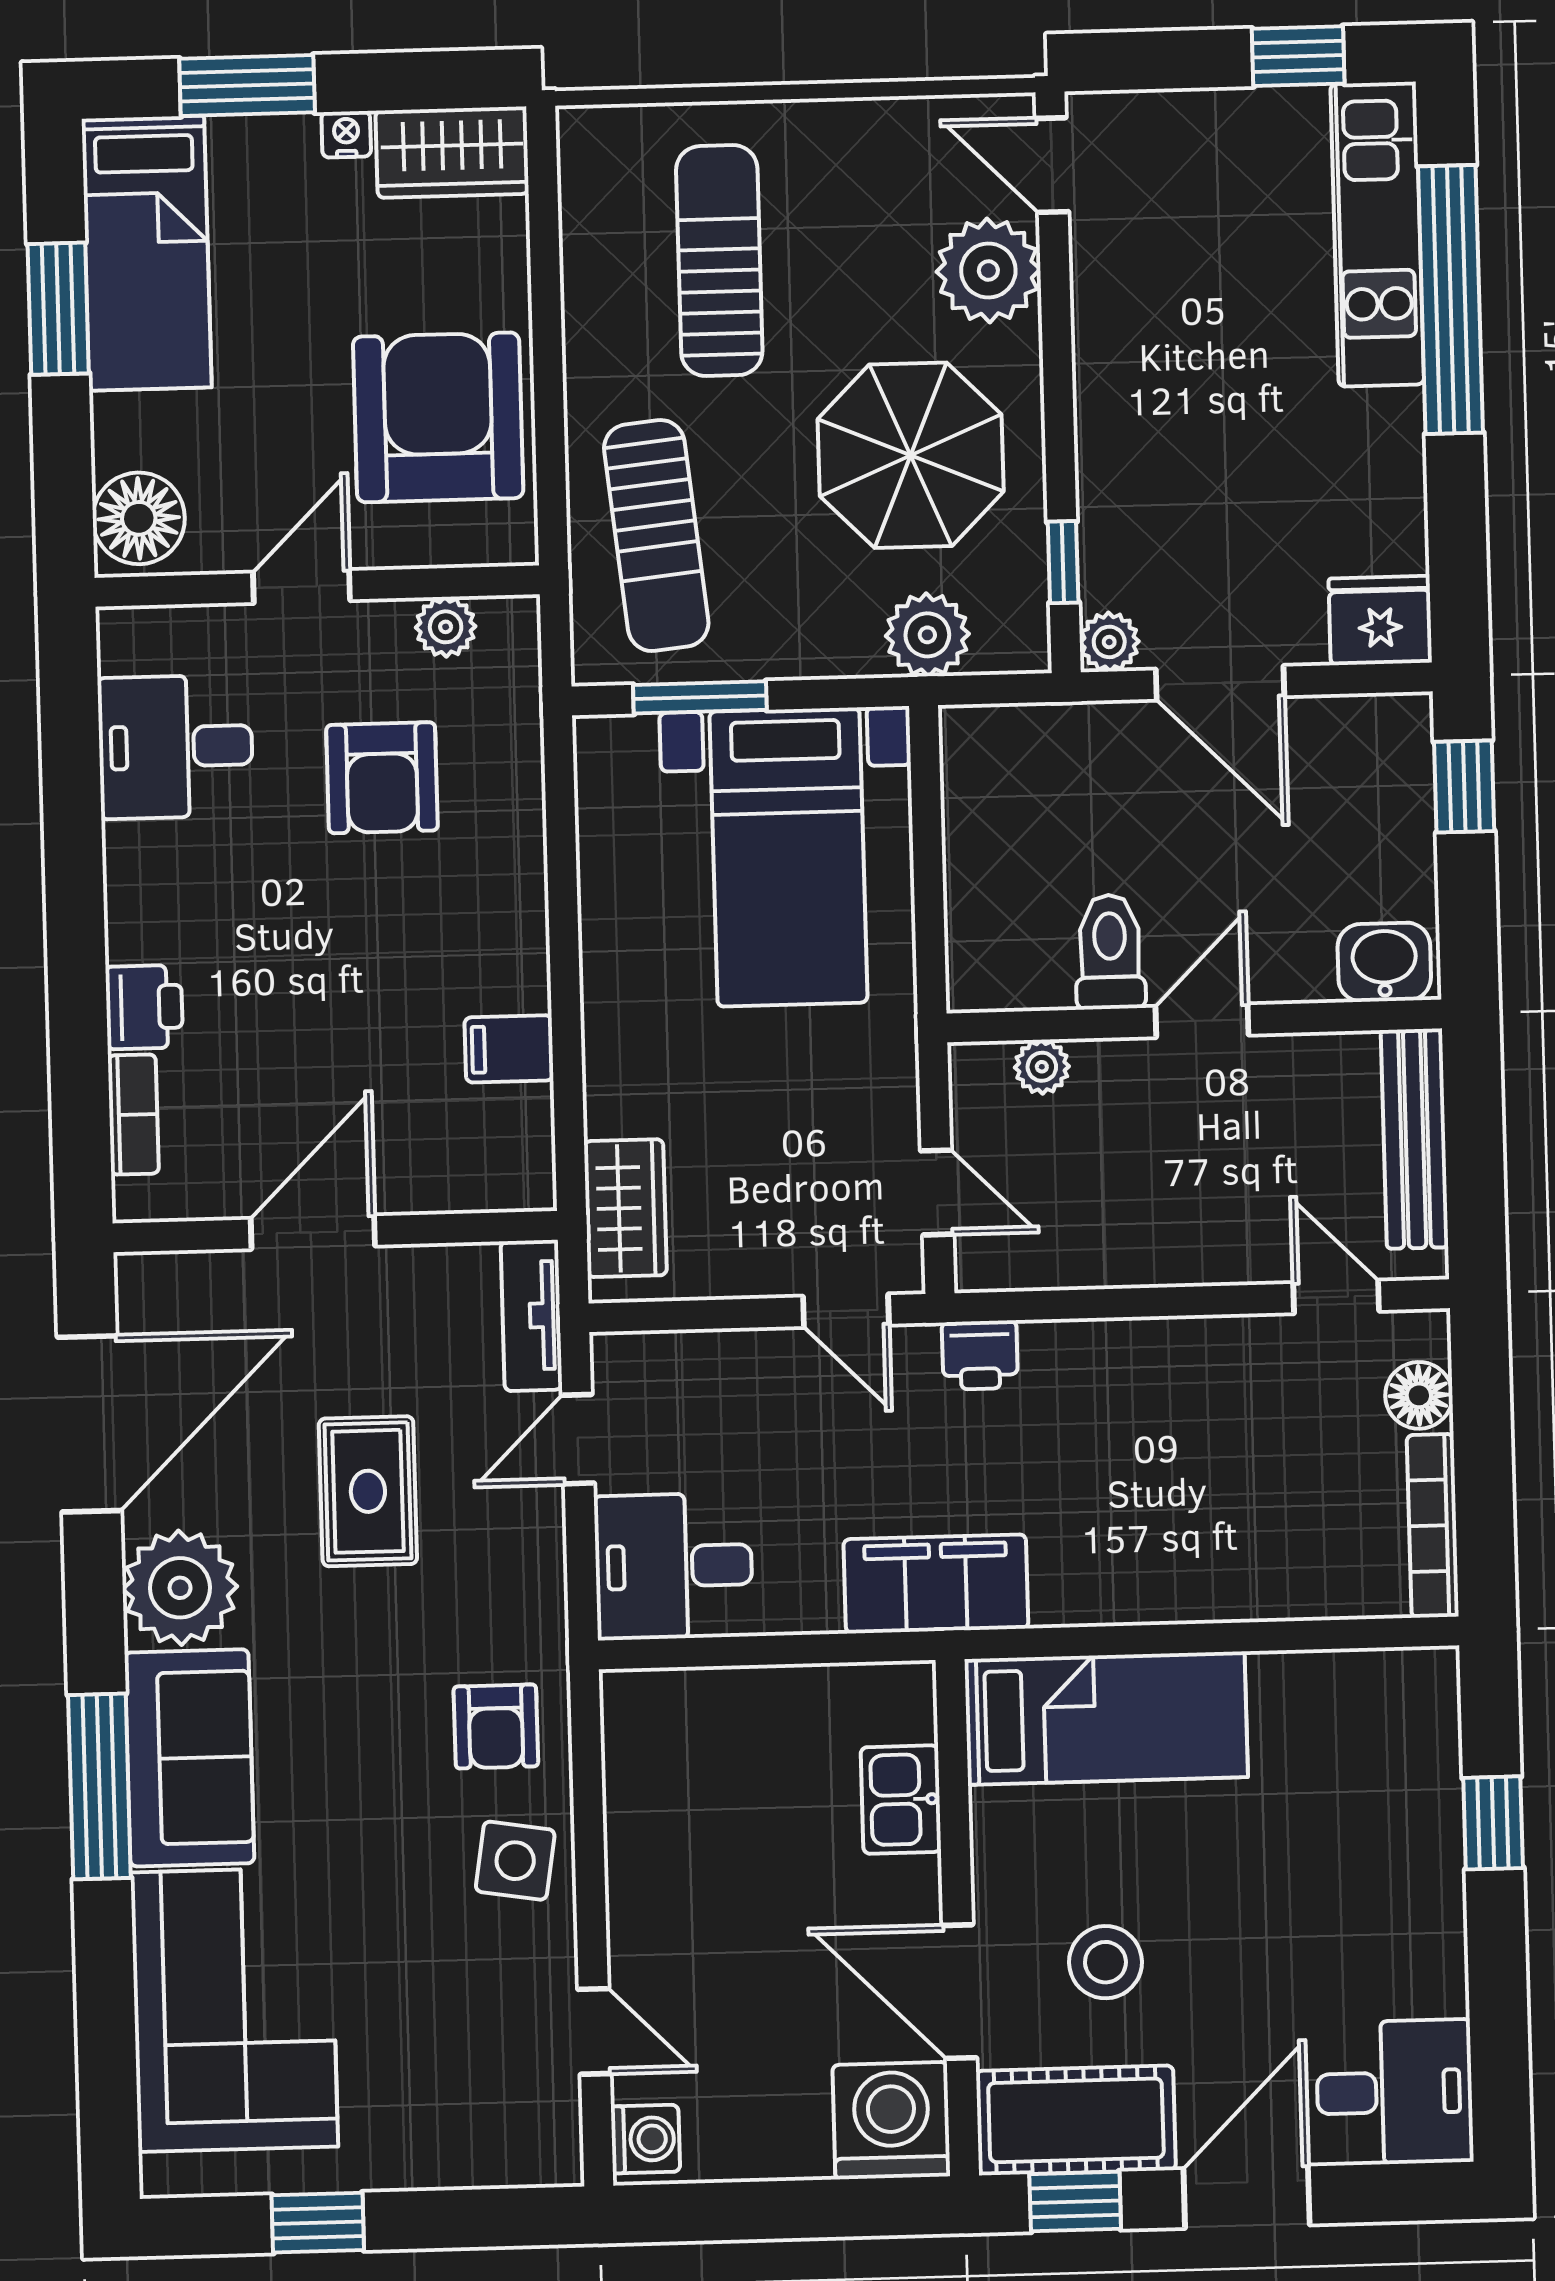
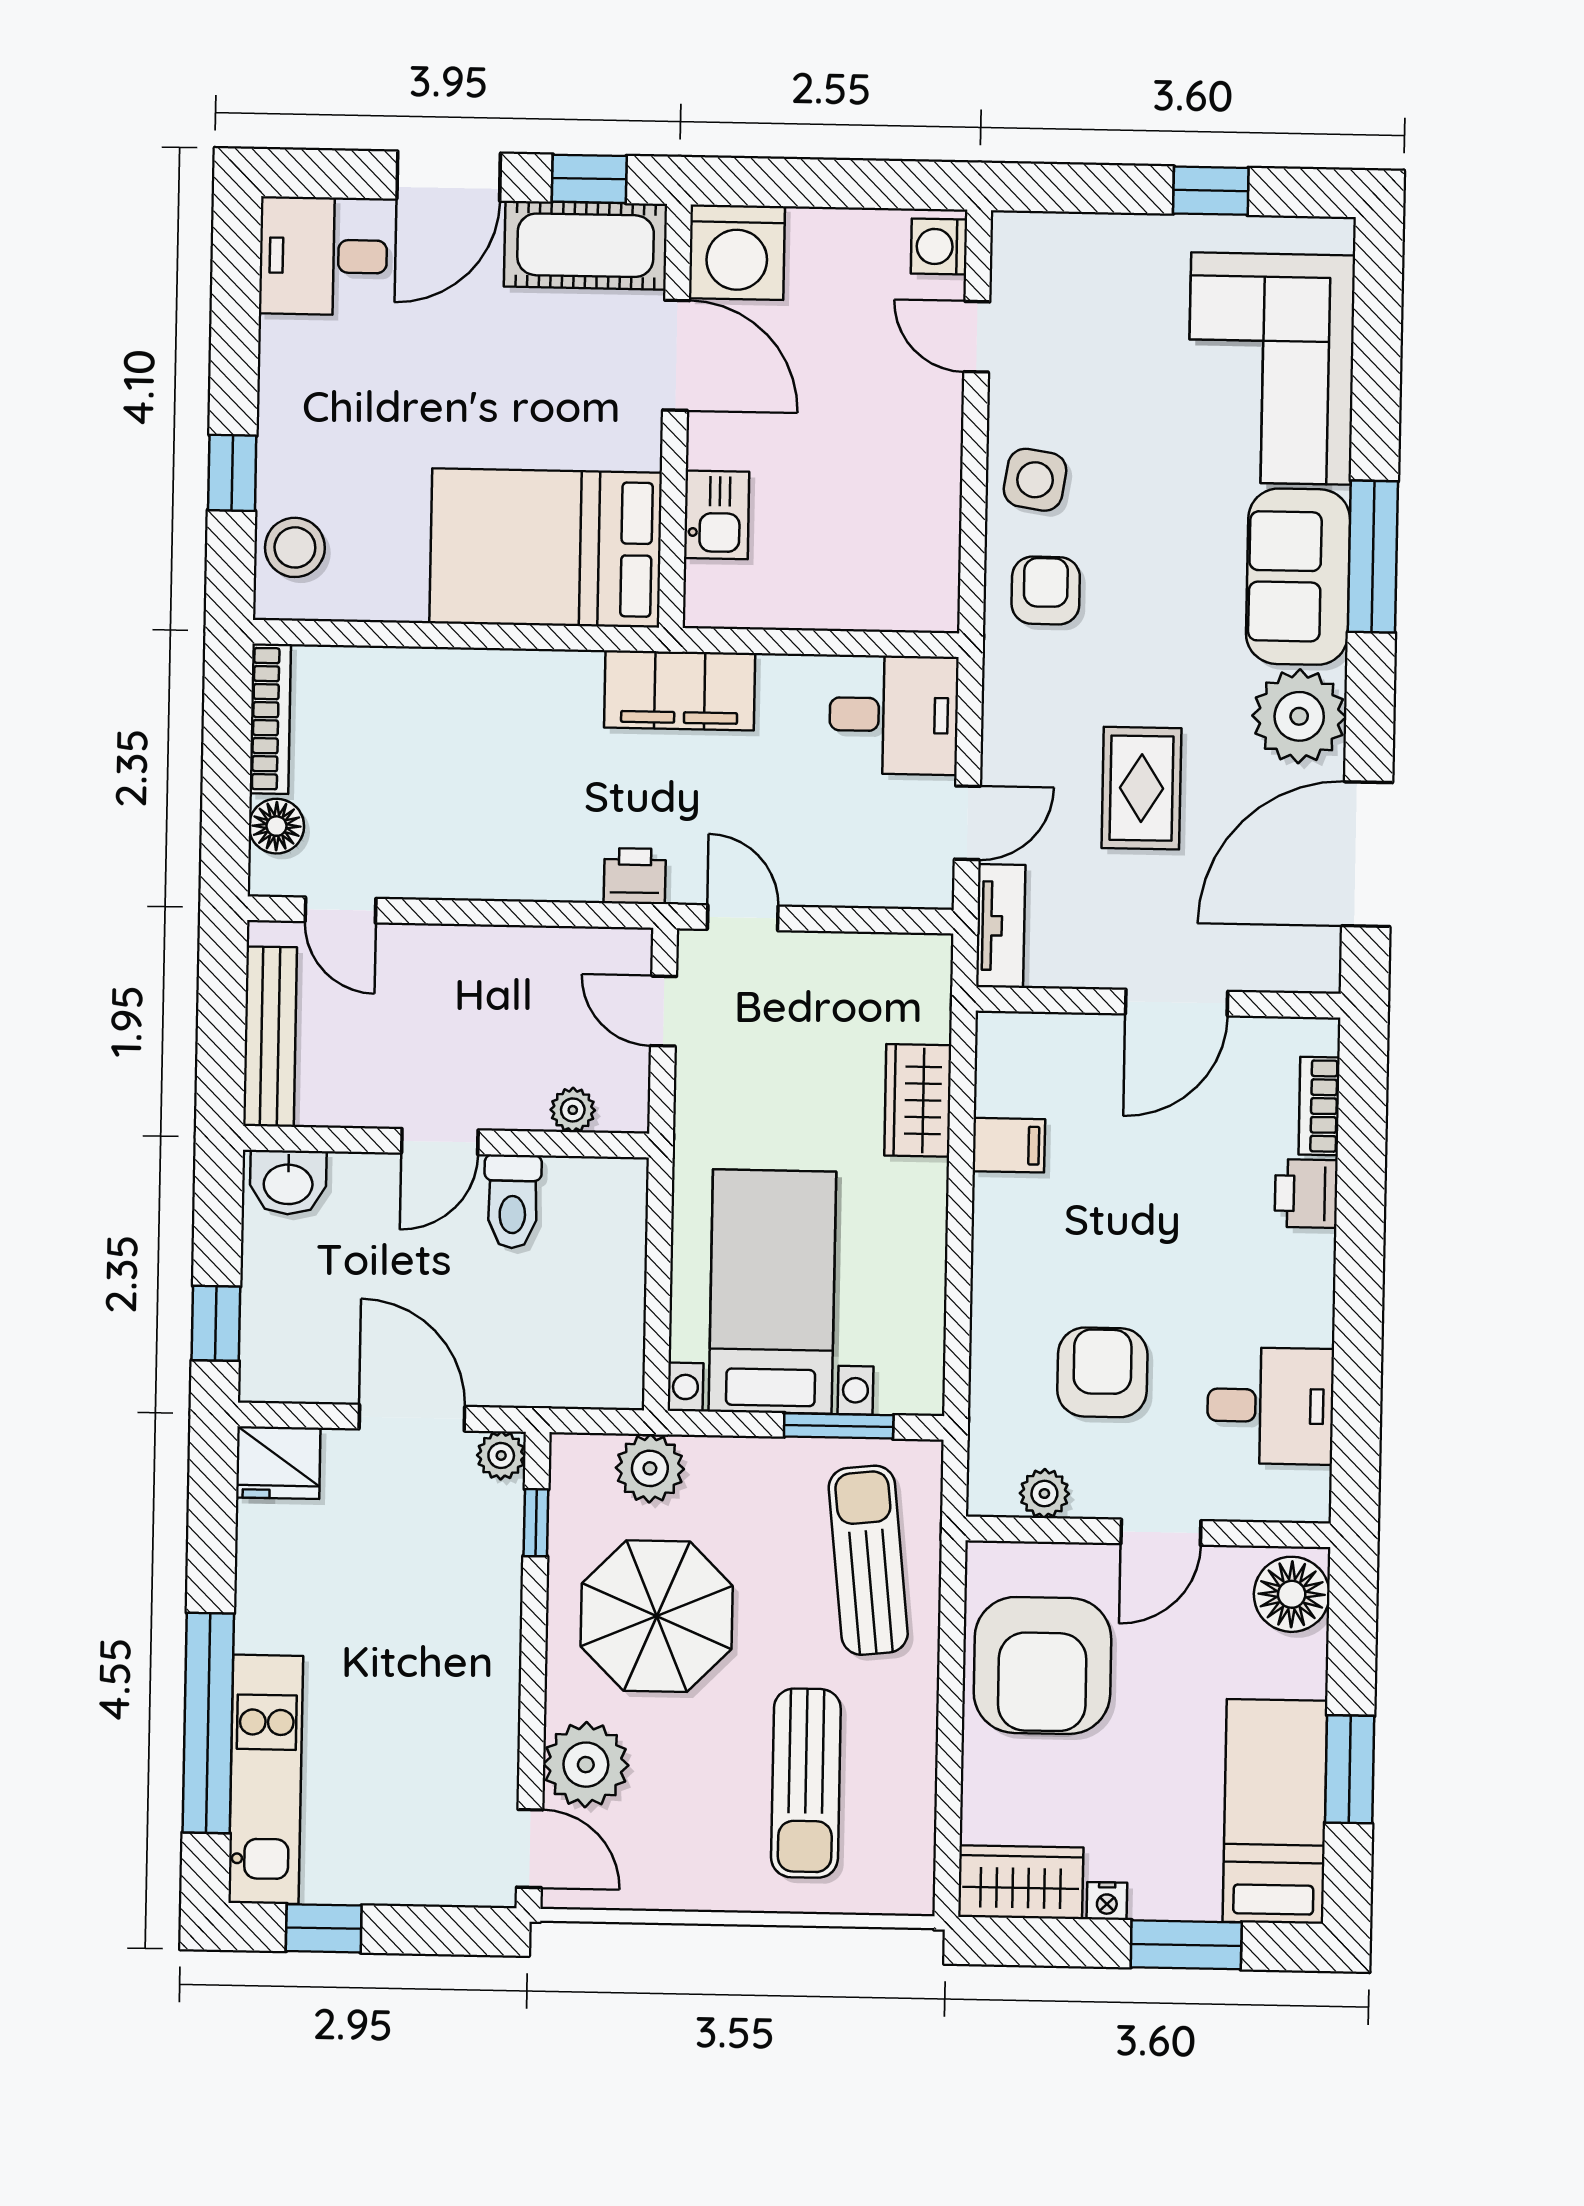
wardrobe: (625, 1208) -> (918, 1100), moved
bed: (1106, 1718) -> (546, 548), width x1.50
stool: (1105, 1962) -> (295, 547), moved

